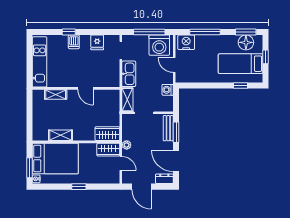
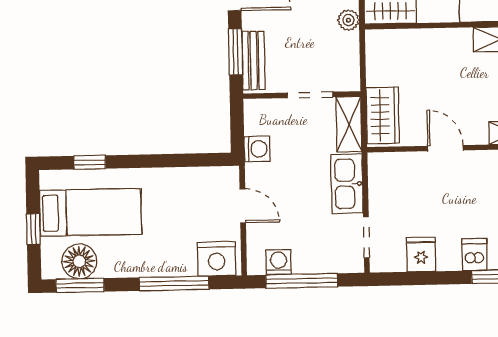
washing machine: (159, 45) -> (278, 262), width x0.53, depth x0.53
wardrobe: (107, 134) -> (383, 116), moved, turned -90

